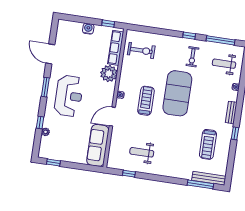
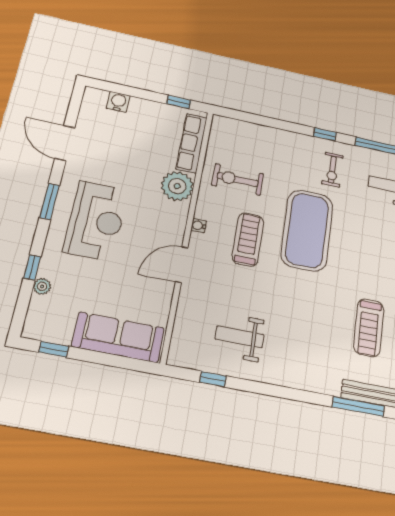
water cooler: (88, 29) -> (118, 102), moved
exercise bike: (141, 50) -> (238, 179), moved, turned 180
sofa: (98, 145) -> (118, 337), moved, turned 90

